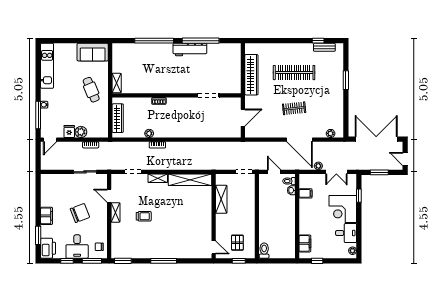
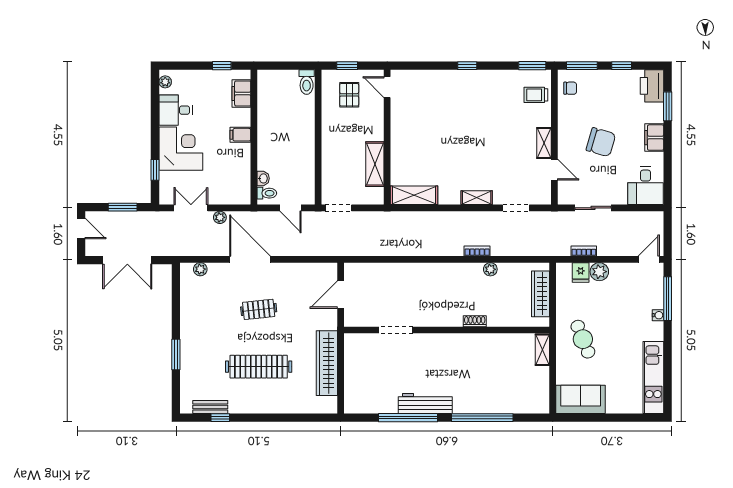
fridge: (69, 131) -> (581, 272), moved
double door: (376, 139) -> (127, 260), width x0.73
shelving: (190, 180) -> (414, 195), width x0.68
filing cabinet: (306, 193) -> (240, 135), moved
chair: (80, 213) -> (601, 142), turned -143
trolley: (144, 216) -> (536, 95), moved
desk: (77, 246) -> (645, 186), moved, turned 180
window: (164, 261) -> (467, 66), width x0.46

